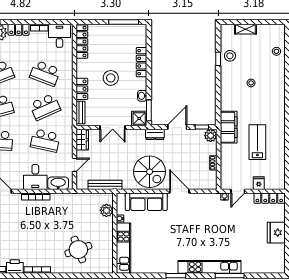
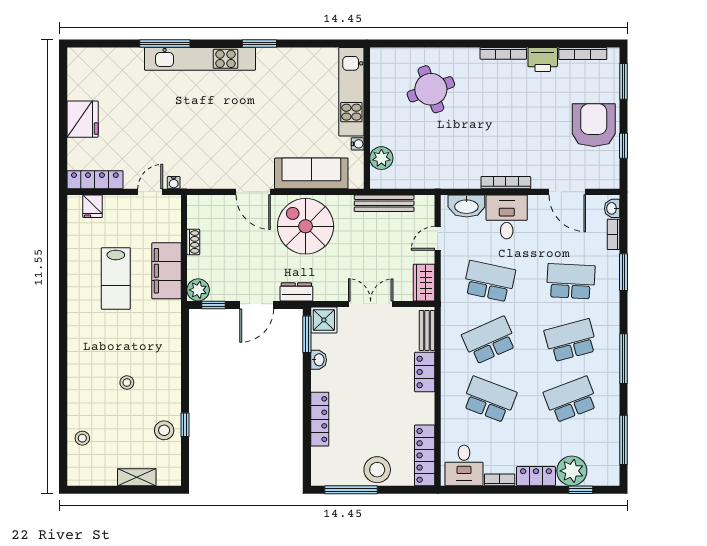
stool: (111, 78) -> (377, 470), moved
filing cabinet: (229, 127) -> (167, 271), moved
fridge: (259, 183) -> (93, 206), moved

